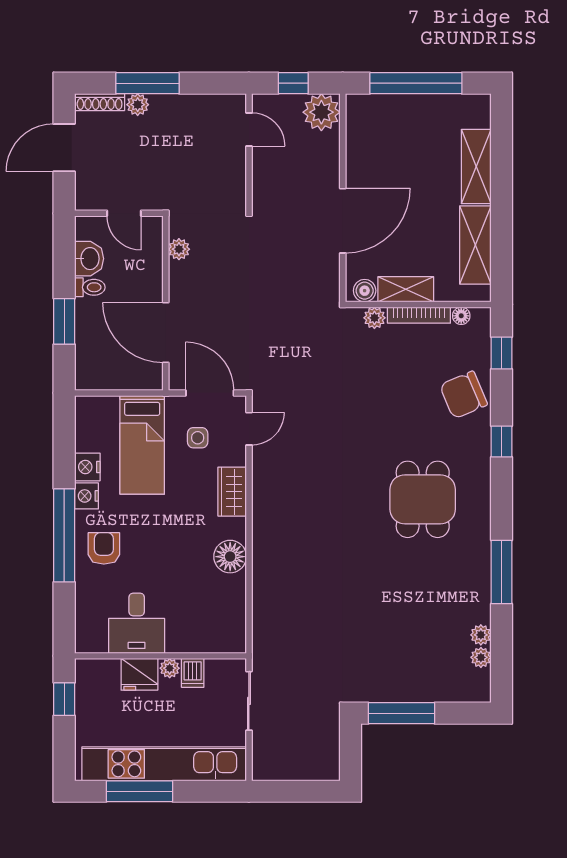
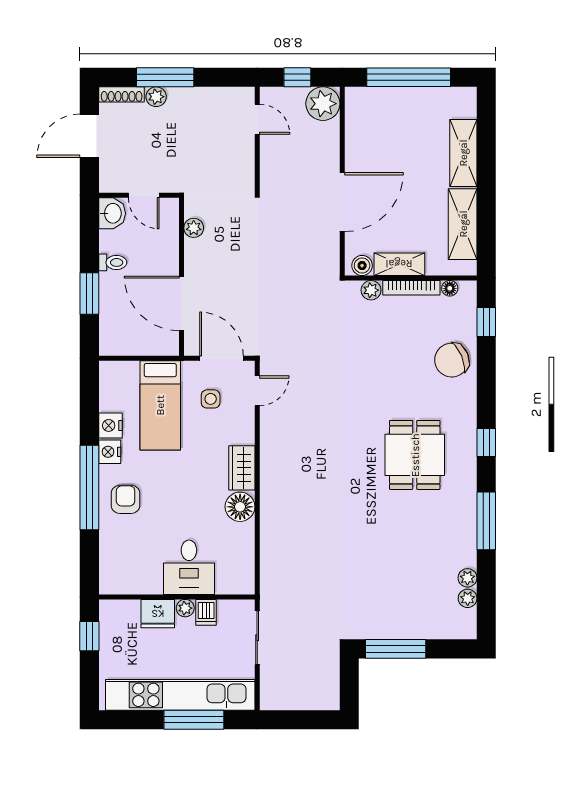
washbasin: (89, 259) -> (112, 213), moved
window: (502, 441) -> (486, 443), moved
wardrobe: (232, 492) -> (242, 468), moved
desk: (137, 623) -> (189, 567), moved
window: (139, 791) -> (194, 720), moved

